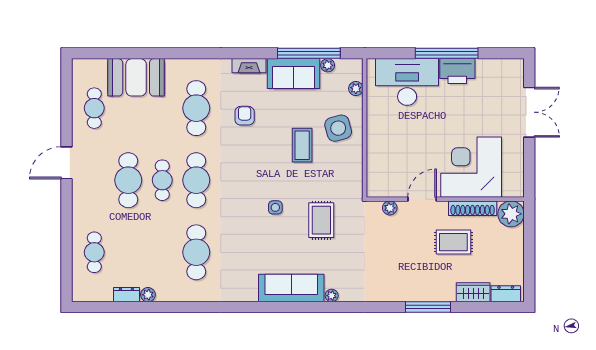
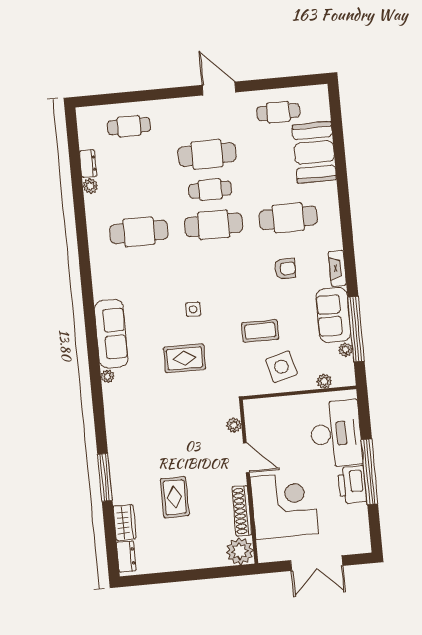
corner desk: (471, 167) -> (284, 505), moved
door: (422, 199) -> (246, 458), moved
wall: (445, 199) -> (249, 482), moved
plant: (390, 208) -> (234, 425), moved
shoe rack: (473, 208) -> (242, 511), moved
plant: (511, 214) -> (240, 551), moved

